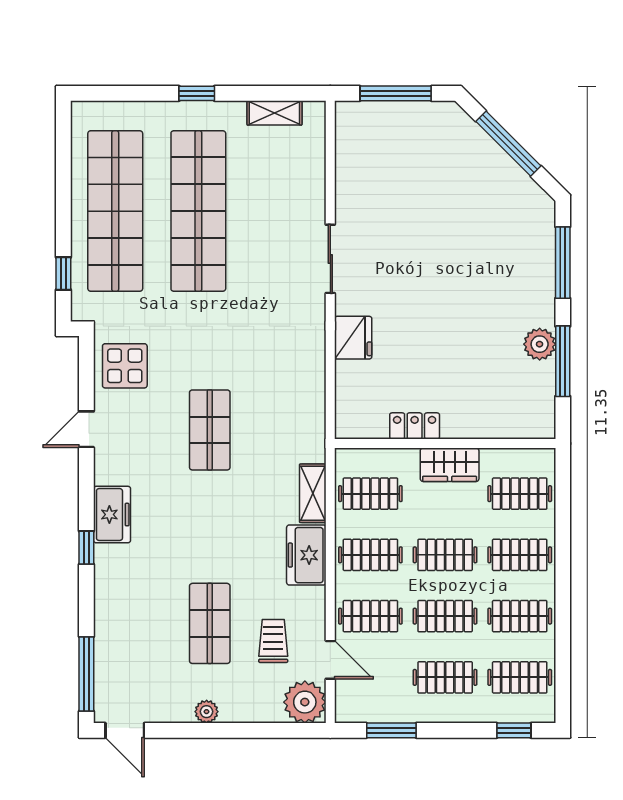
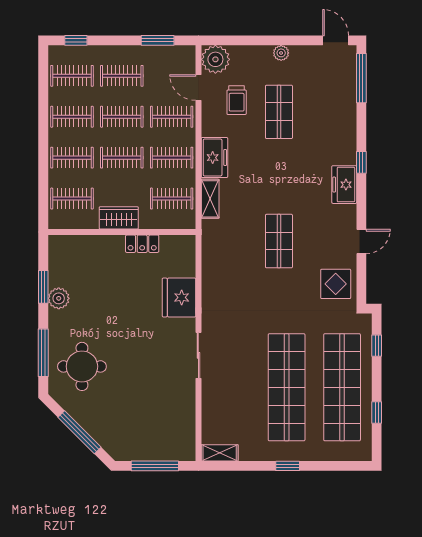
shelving: (274, 113) -> (220, 453), moved
window: (63, 173) -> (377, 413), added
round table: (505, 242) -> (82, 366), added
fridge: (353, 338) -> (179, 297), width x1.36, depth x1.34
window: (563, 361) -> (43, 287), width x0.69

